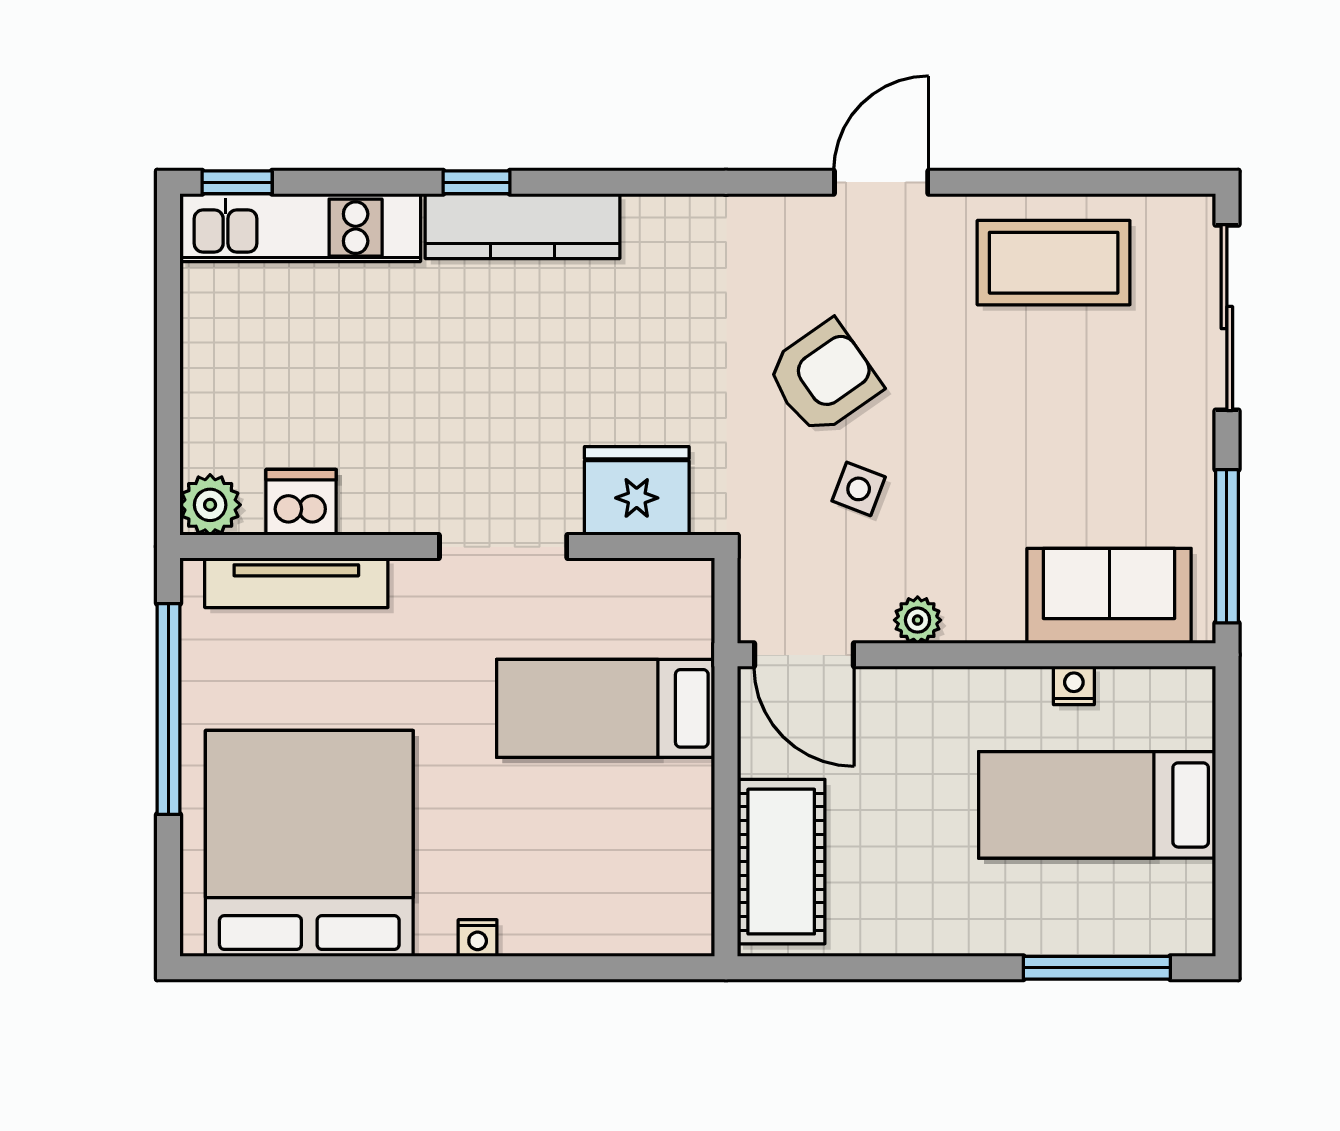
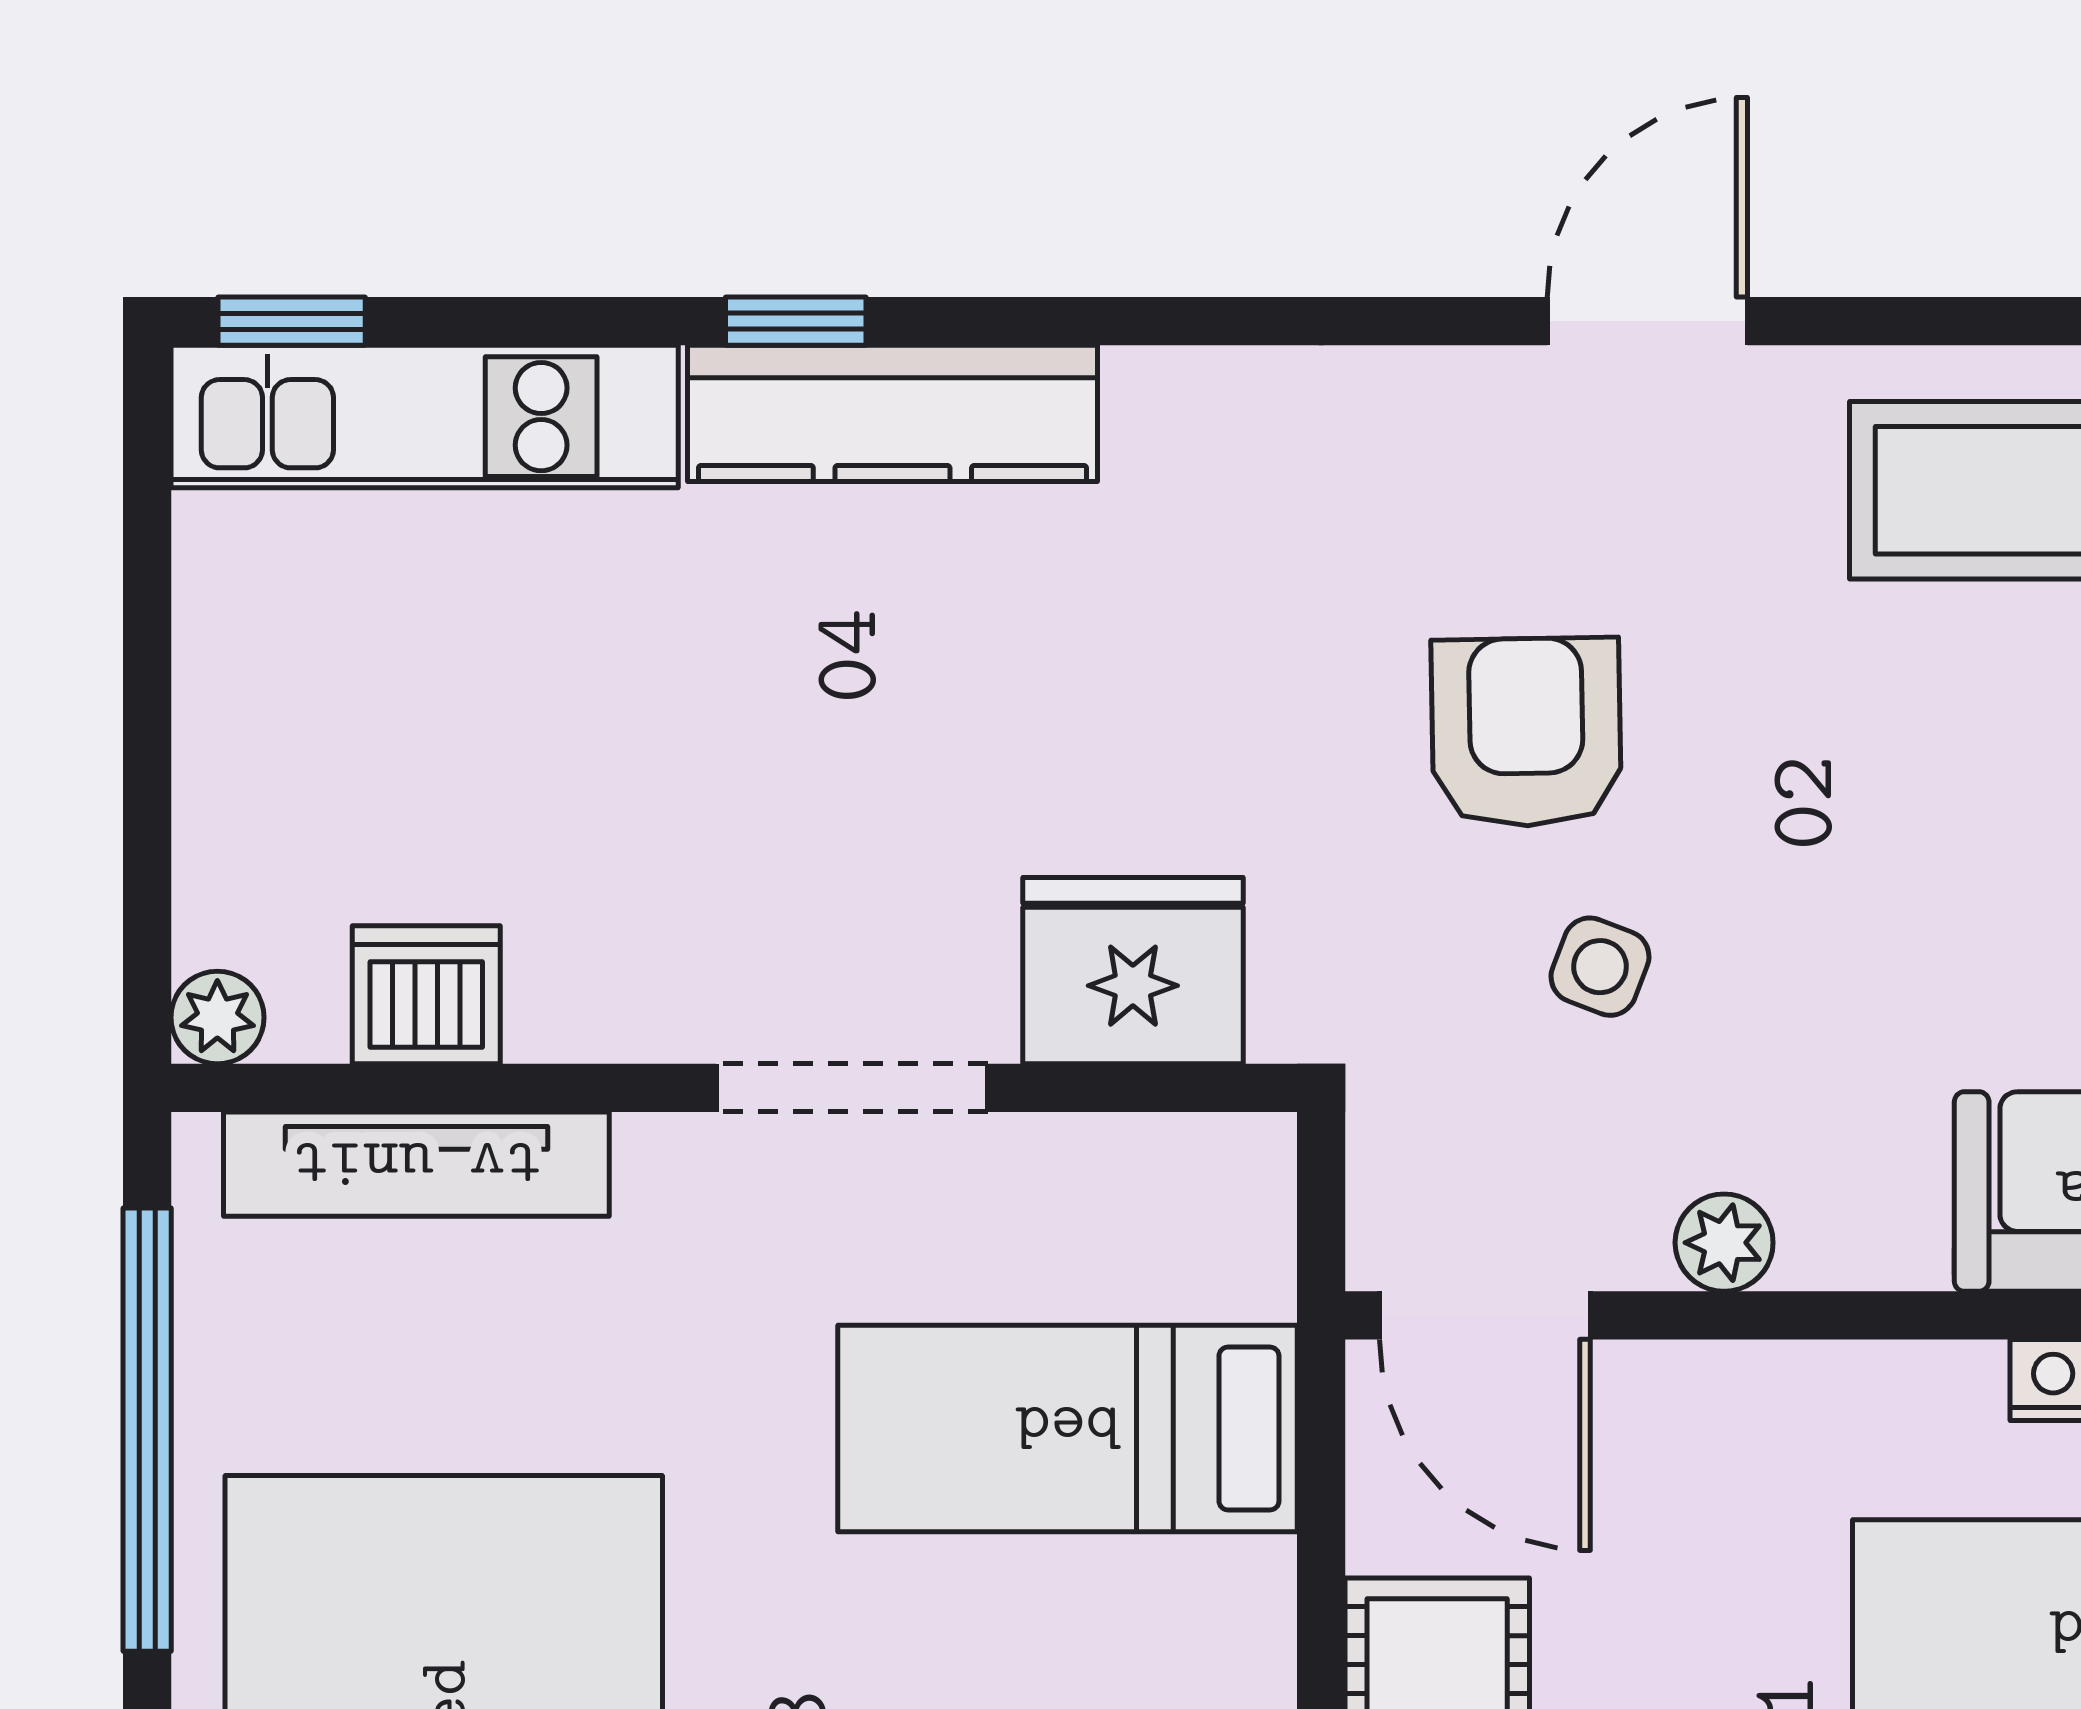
armchair: (824, 378) -> (1526, 732), turned -56
plant: (210, 505) -> (217, 1017), width x0.73, depth x0.73

